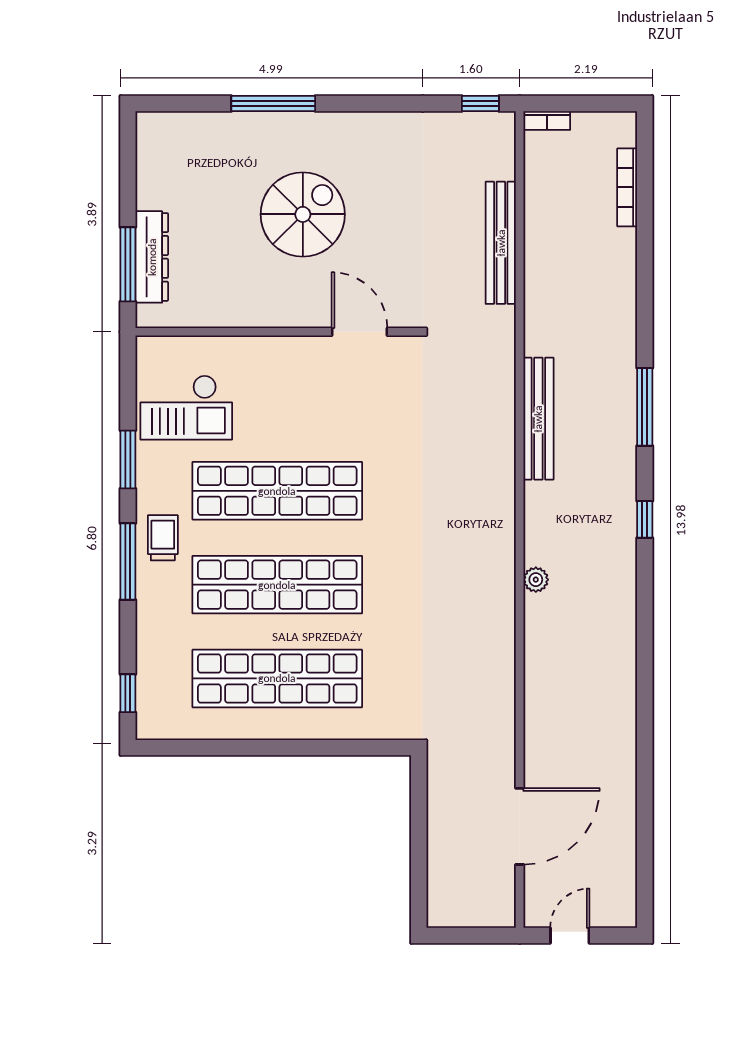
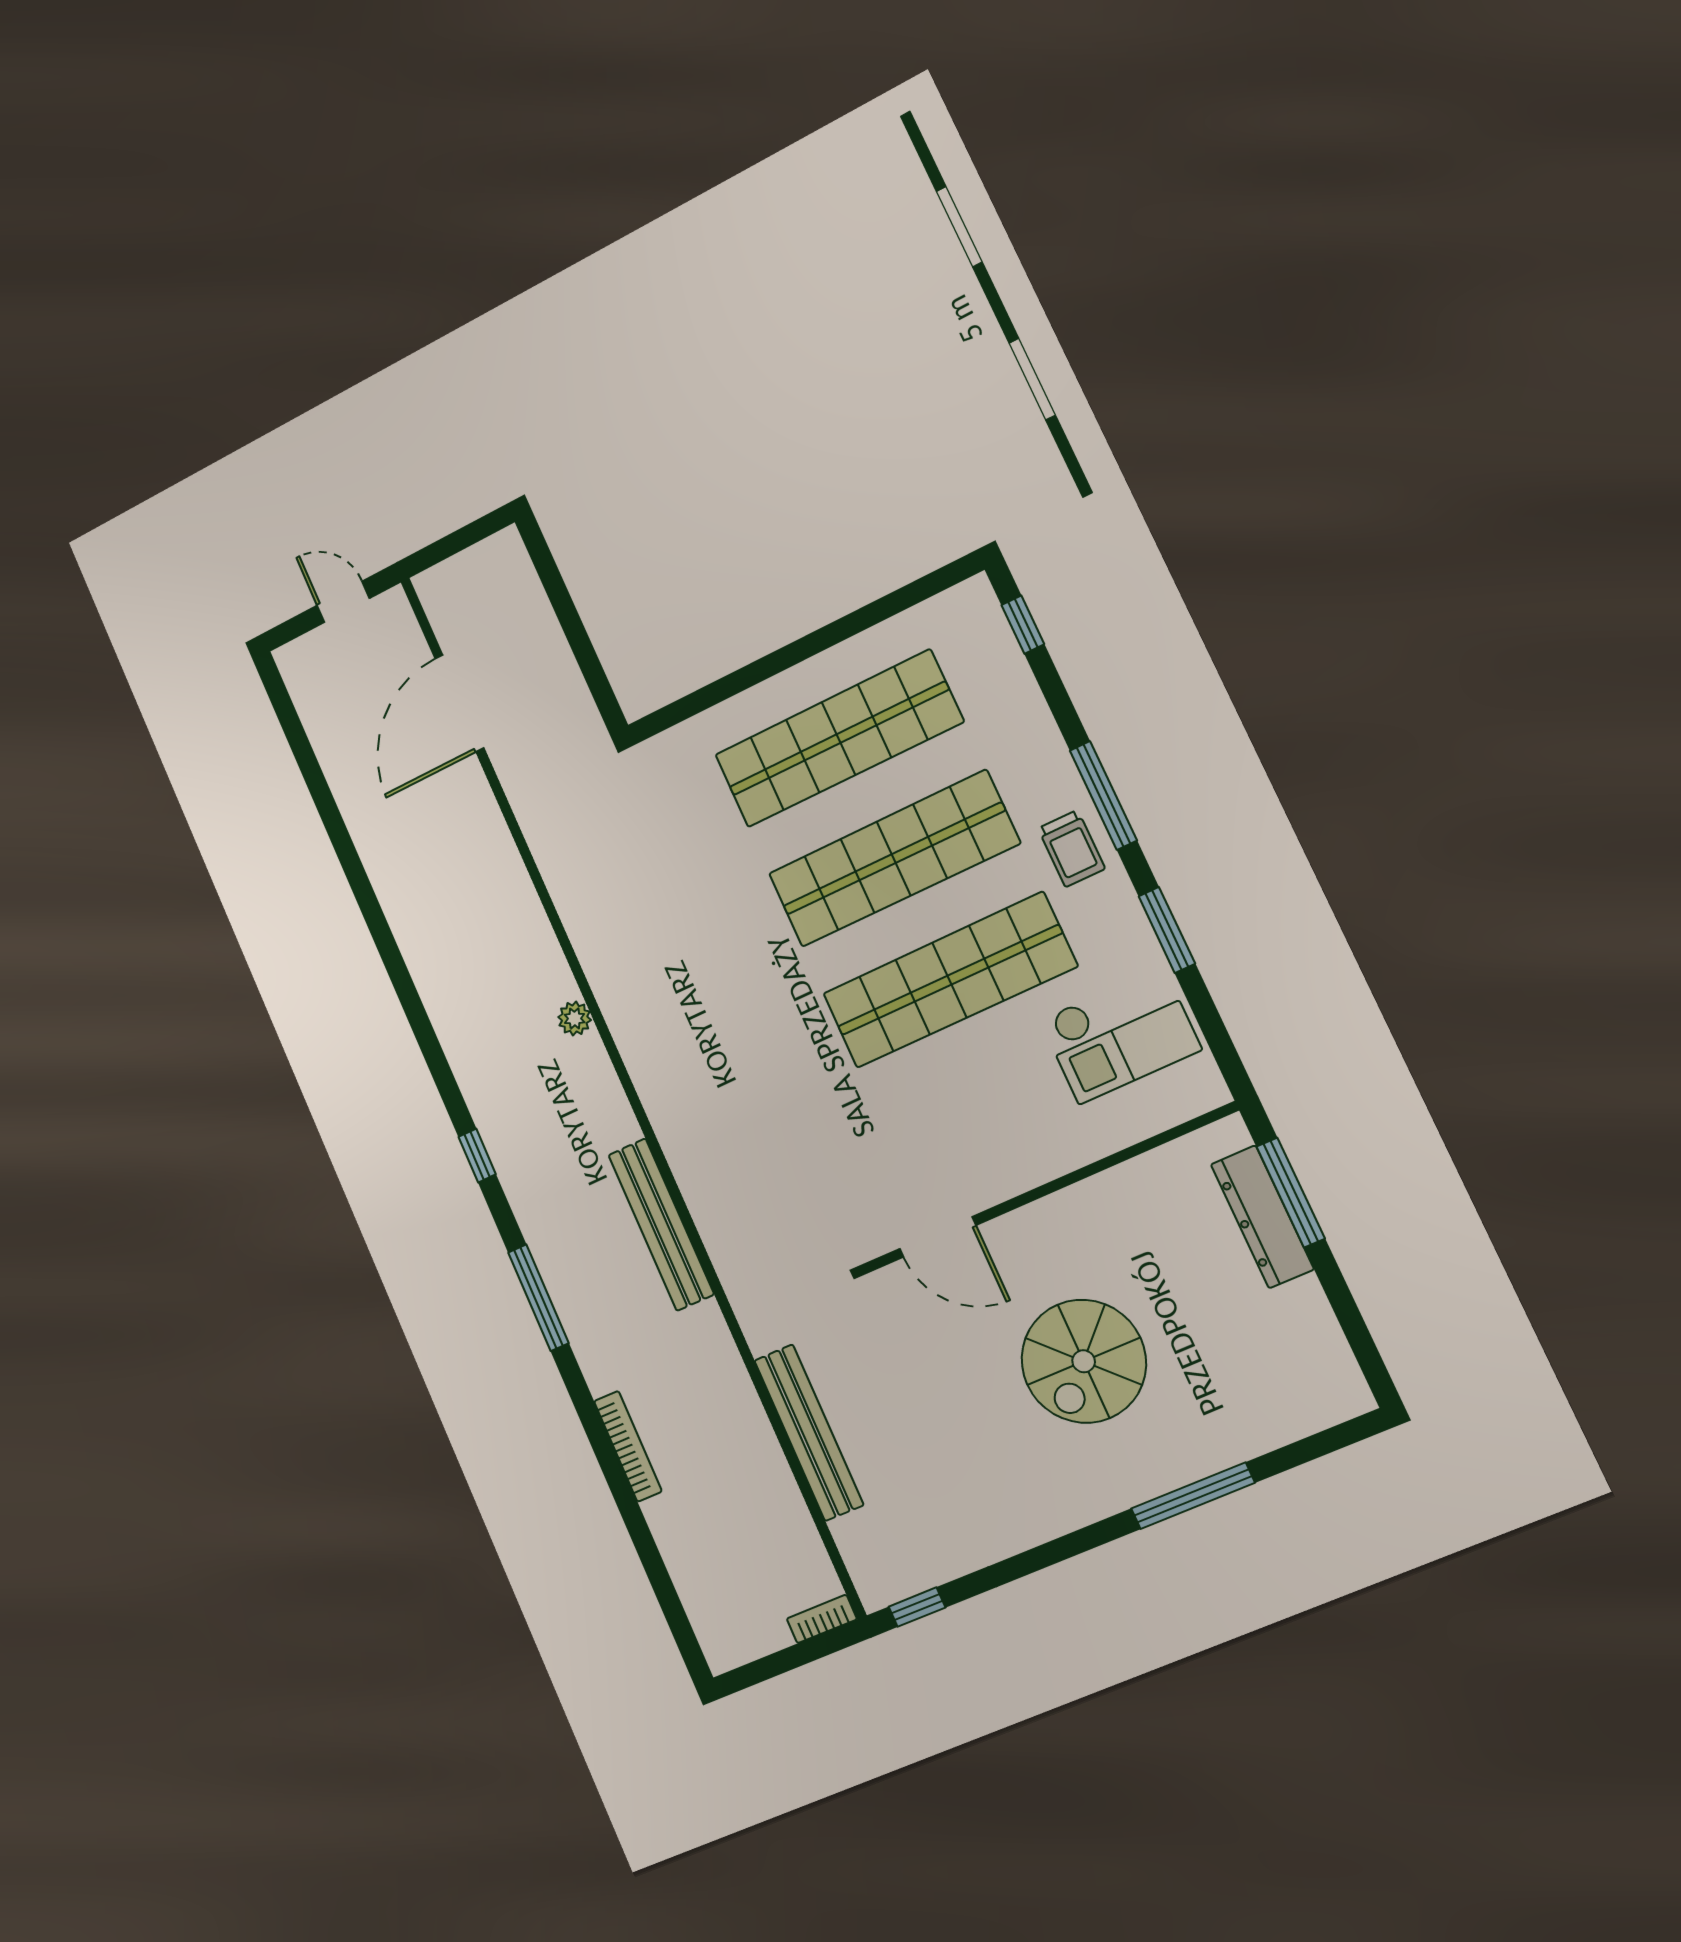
bookcase: (627, 187) -> (628, 1446), moved
checkout: (186, 408) -> (1120, 1035), turned 180
door: (570, 935) -> (343, 602), swing flipped

